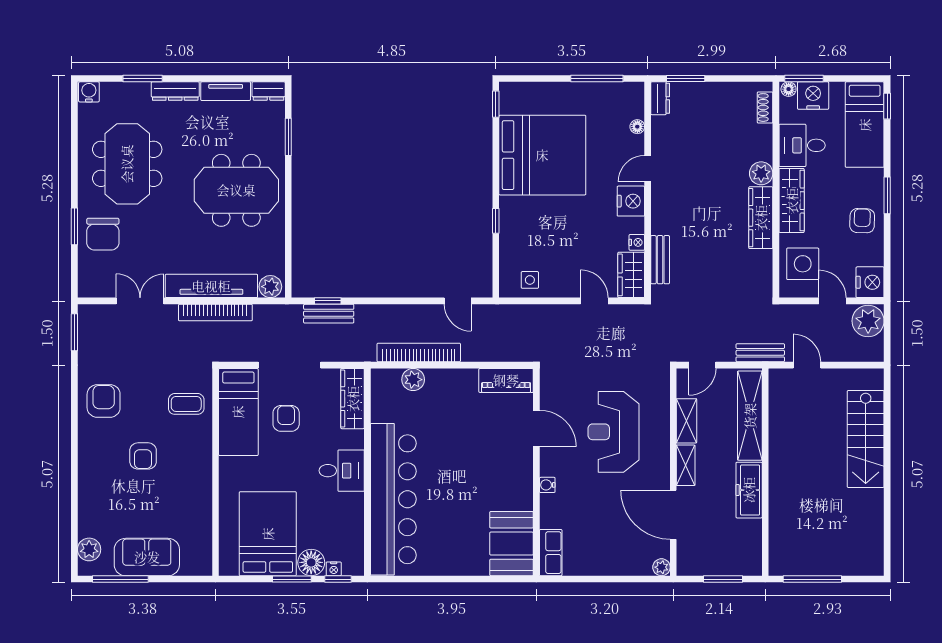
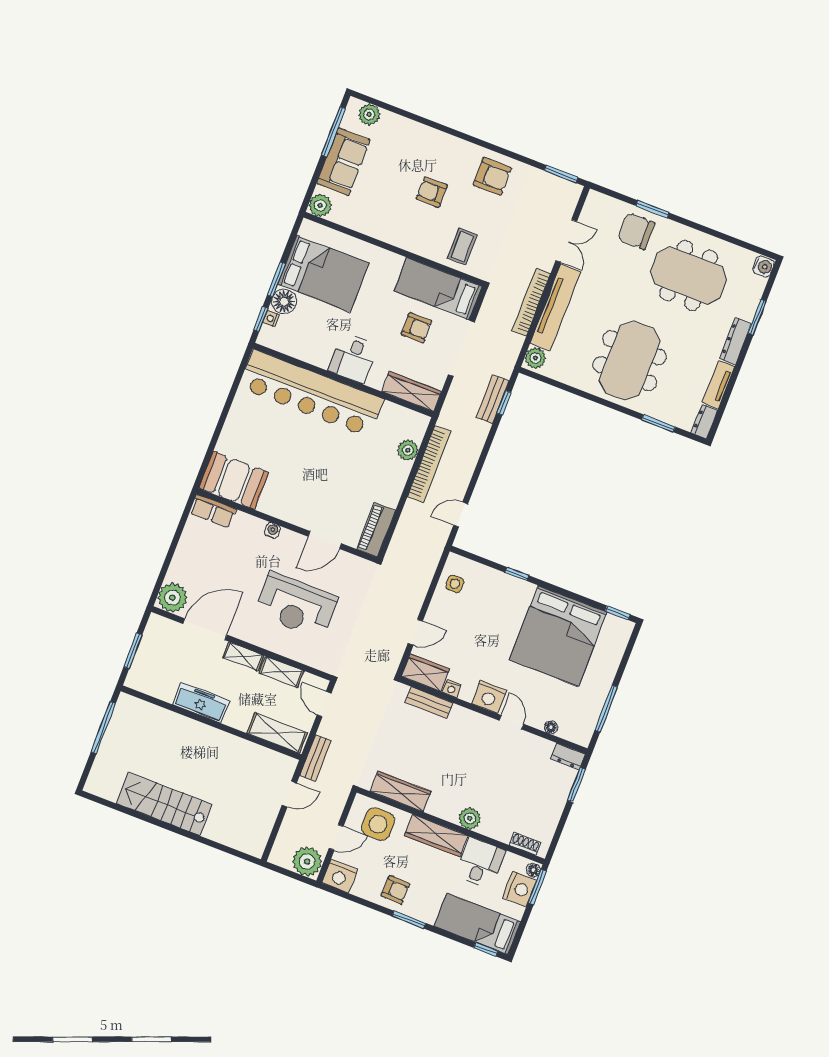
wardrobe: (761, 218) -> (401, 791), moved
shelving: (750, 416) -> (277, 733), width x0.68
reception desk: (614, 432) -> (296, 605), turned 180
stairs: (866, 439) -> (164, 804), moved
plant: (200, 564) -> (320, 205), added
plant: (661, 567) -> (173, 598), width x1.87, depth x1.87

